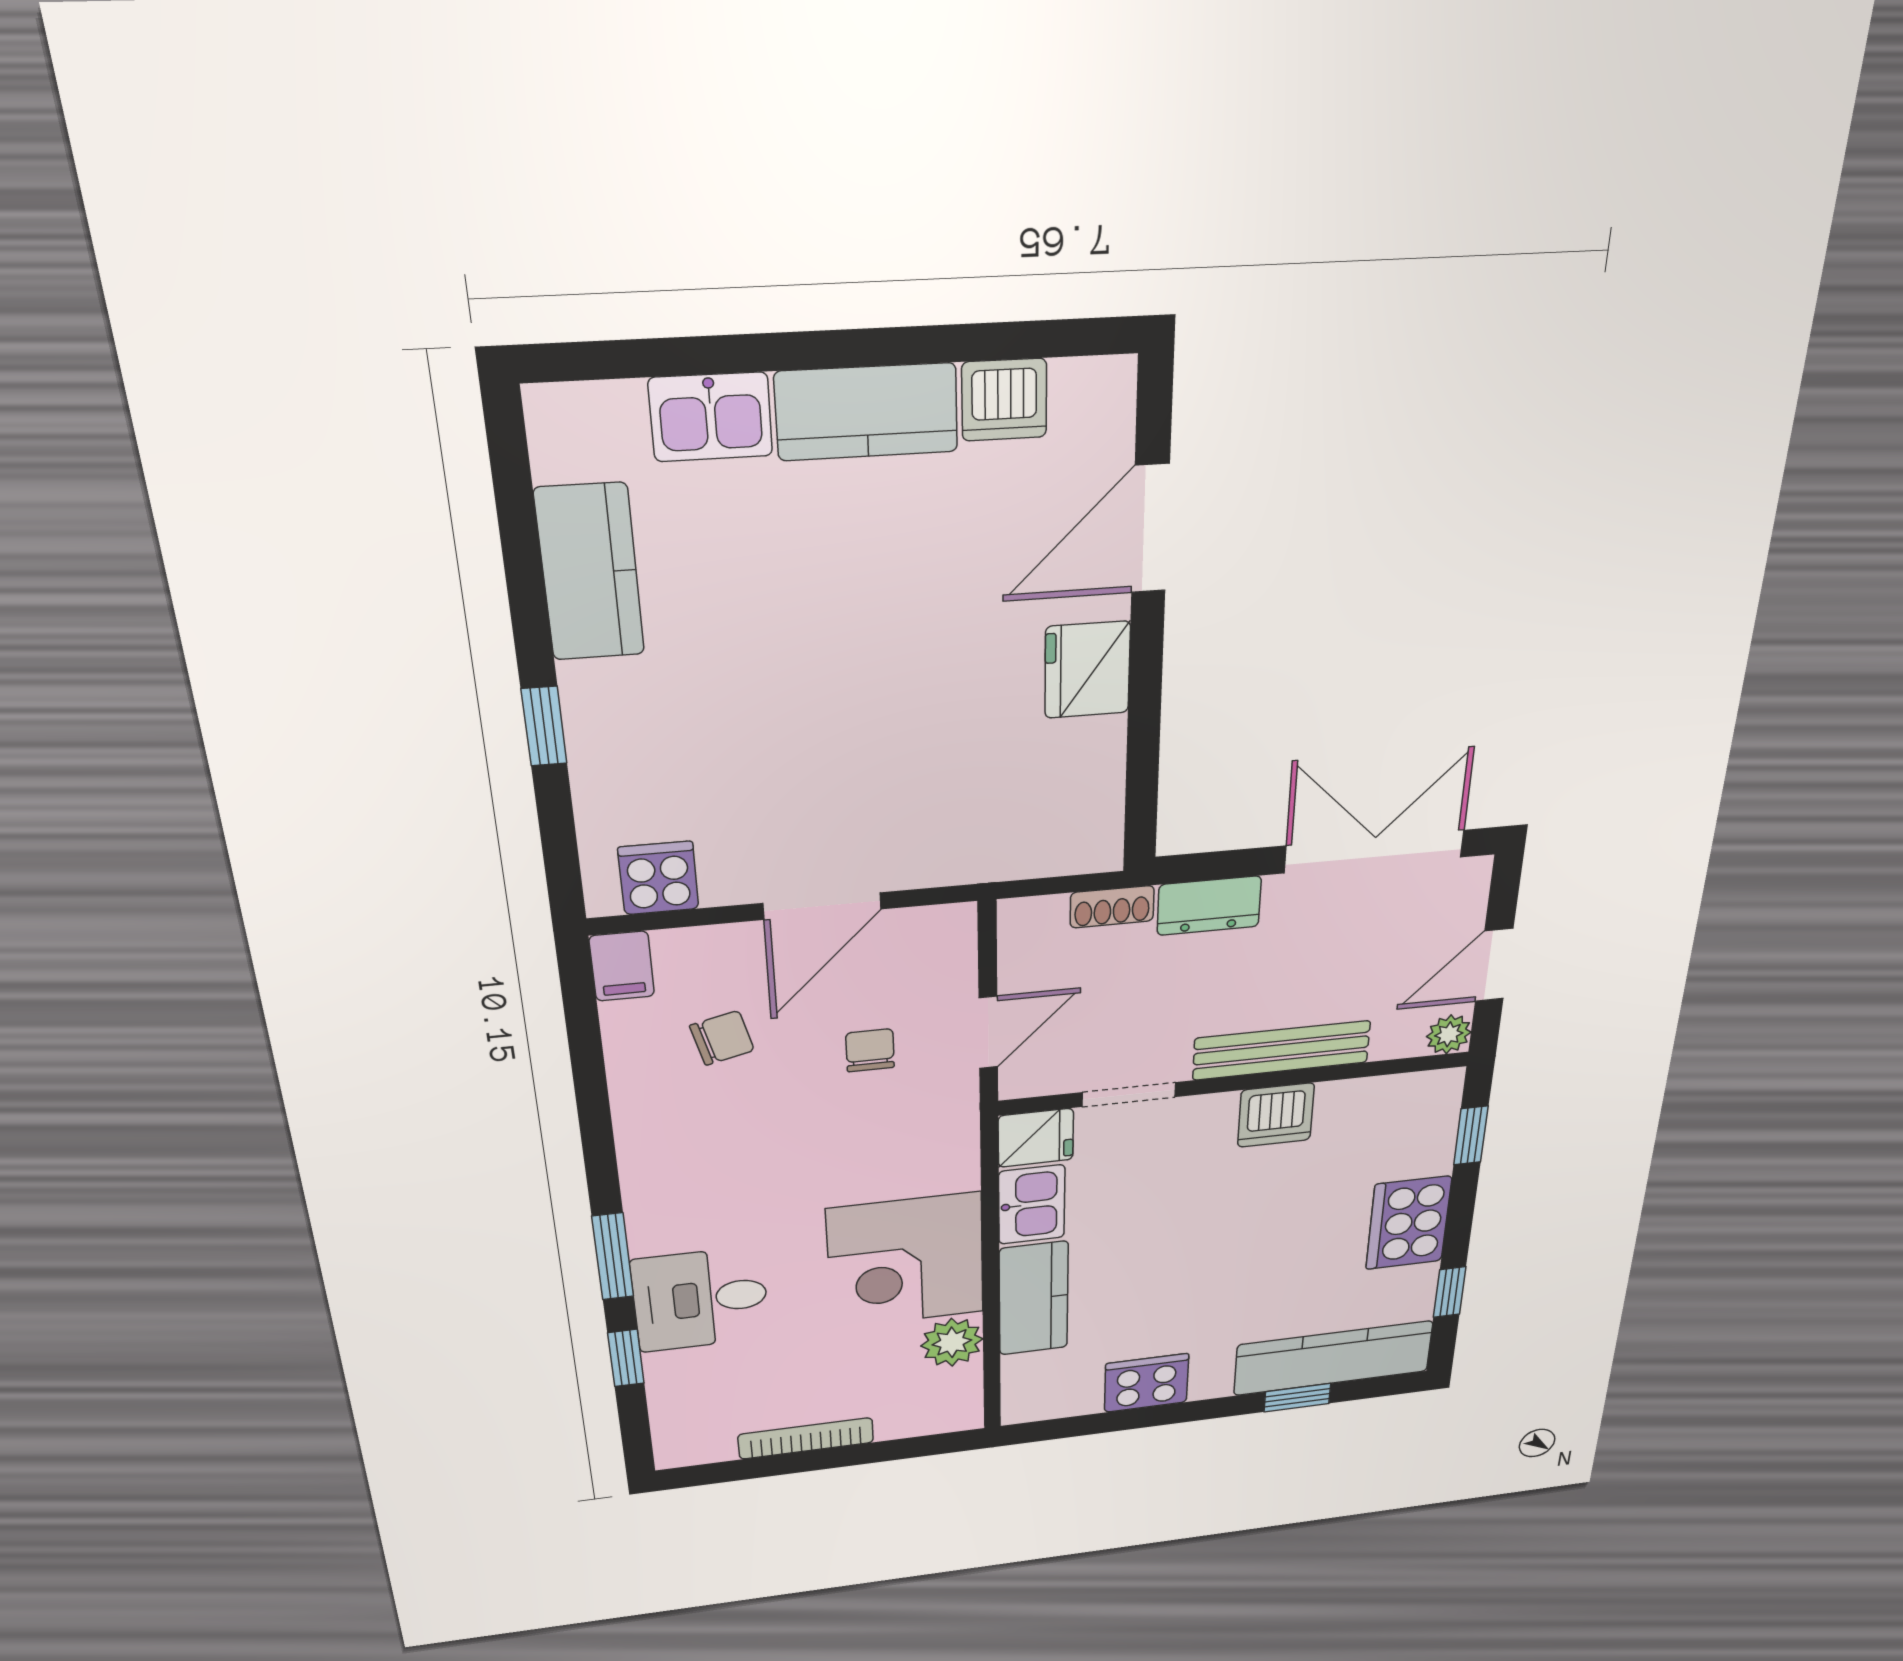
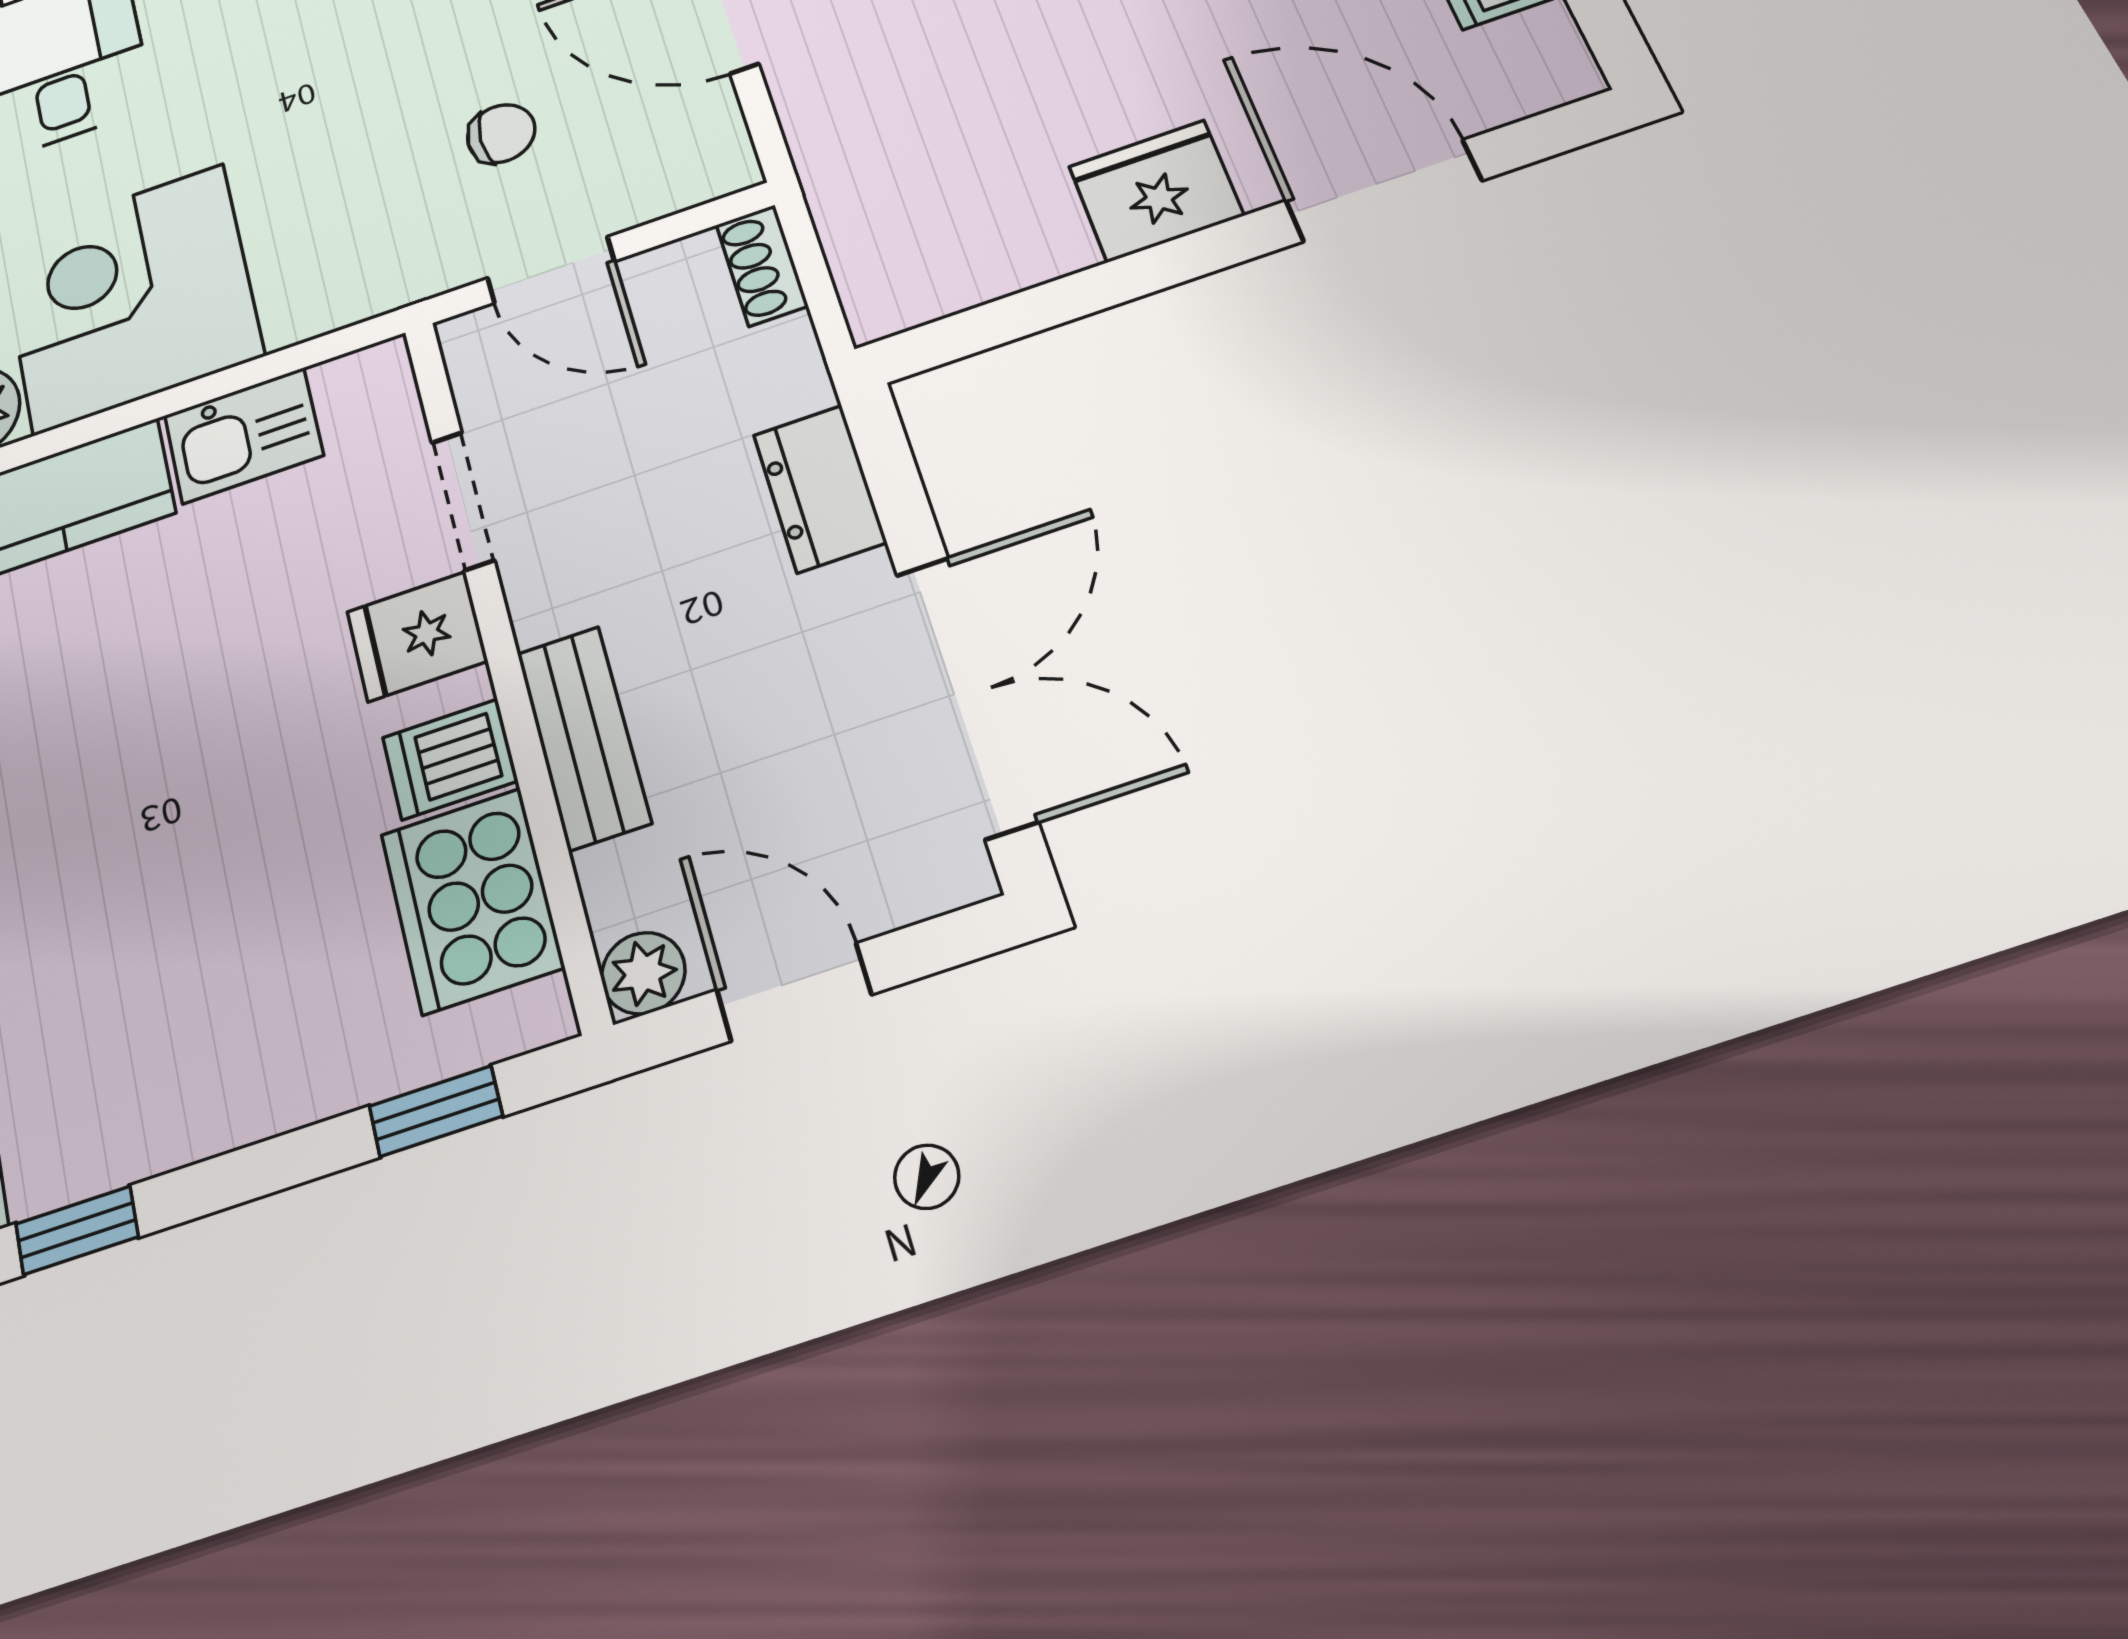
shoe rack: (1112, 907) -> (762, 265), moved
bench: (1282, 1050) -> (583, 737), width x0.73
dishwasher: (1276, 1115) -> (450, 759), width x0.73
fridge: (1036, 1138) -> (417, 636), moved, turned 90
cooker: (1409, 1223) -> (472, 900), moved, turned -90

